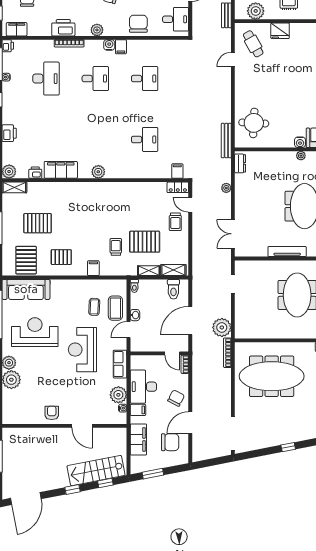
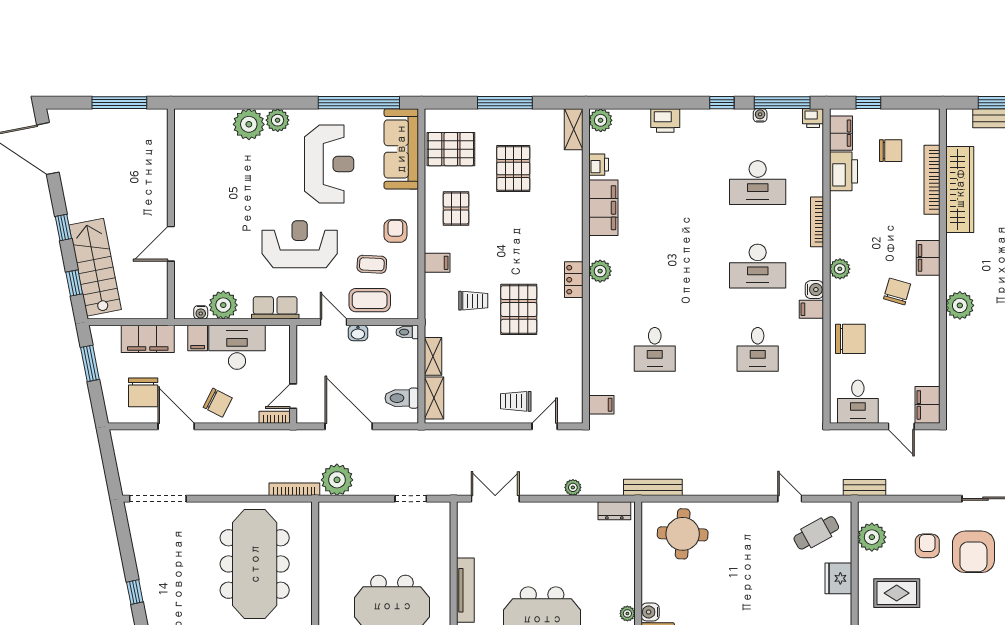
printer: (63, 28) -> (843, 171), moved
desk: (95, 79) -> (758, 266), width x1.37
locker: (178, 187) -> (574, 280), moved
pallet: (145, 242) -> (519, 309), moved
armchair: (52, 413) -> (395, 231), moved, turned -90

